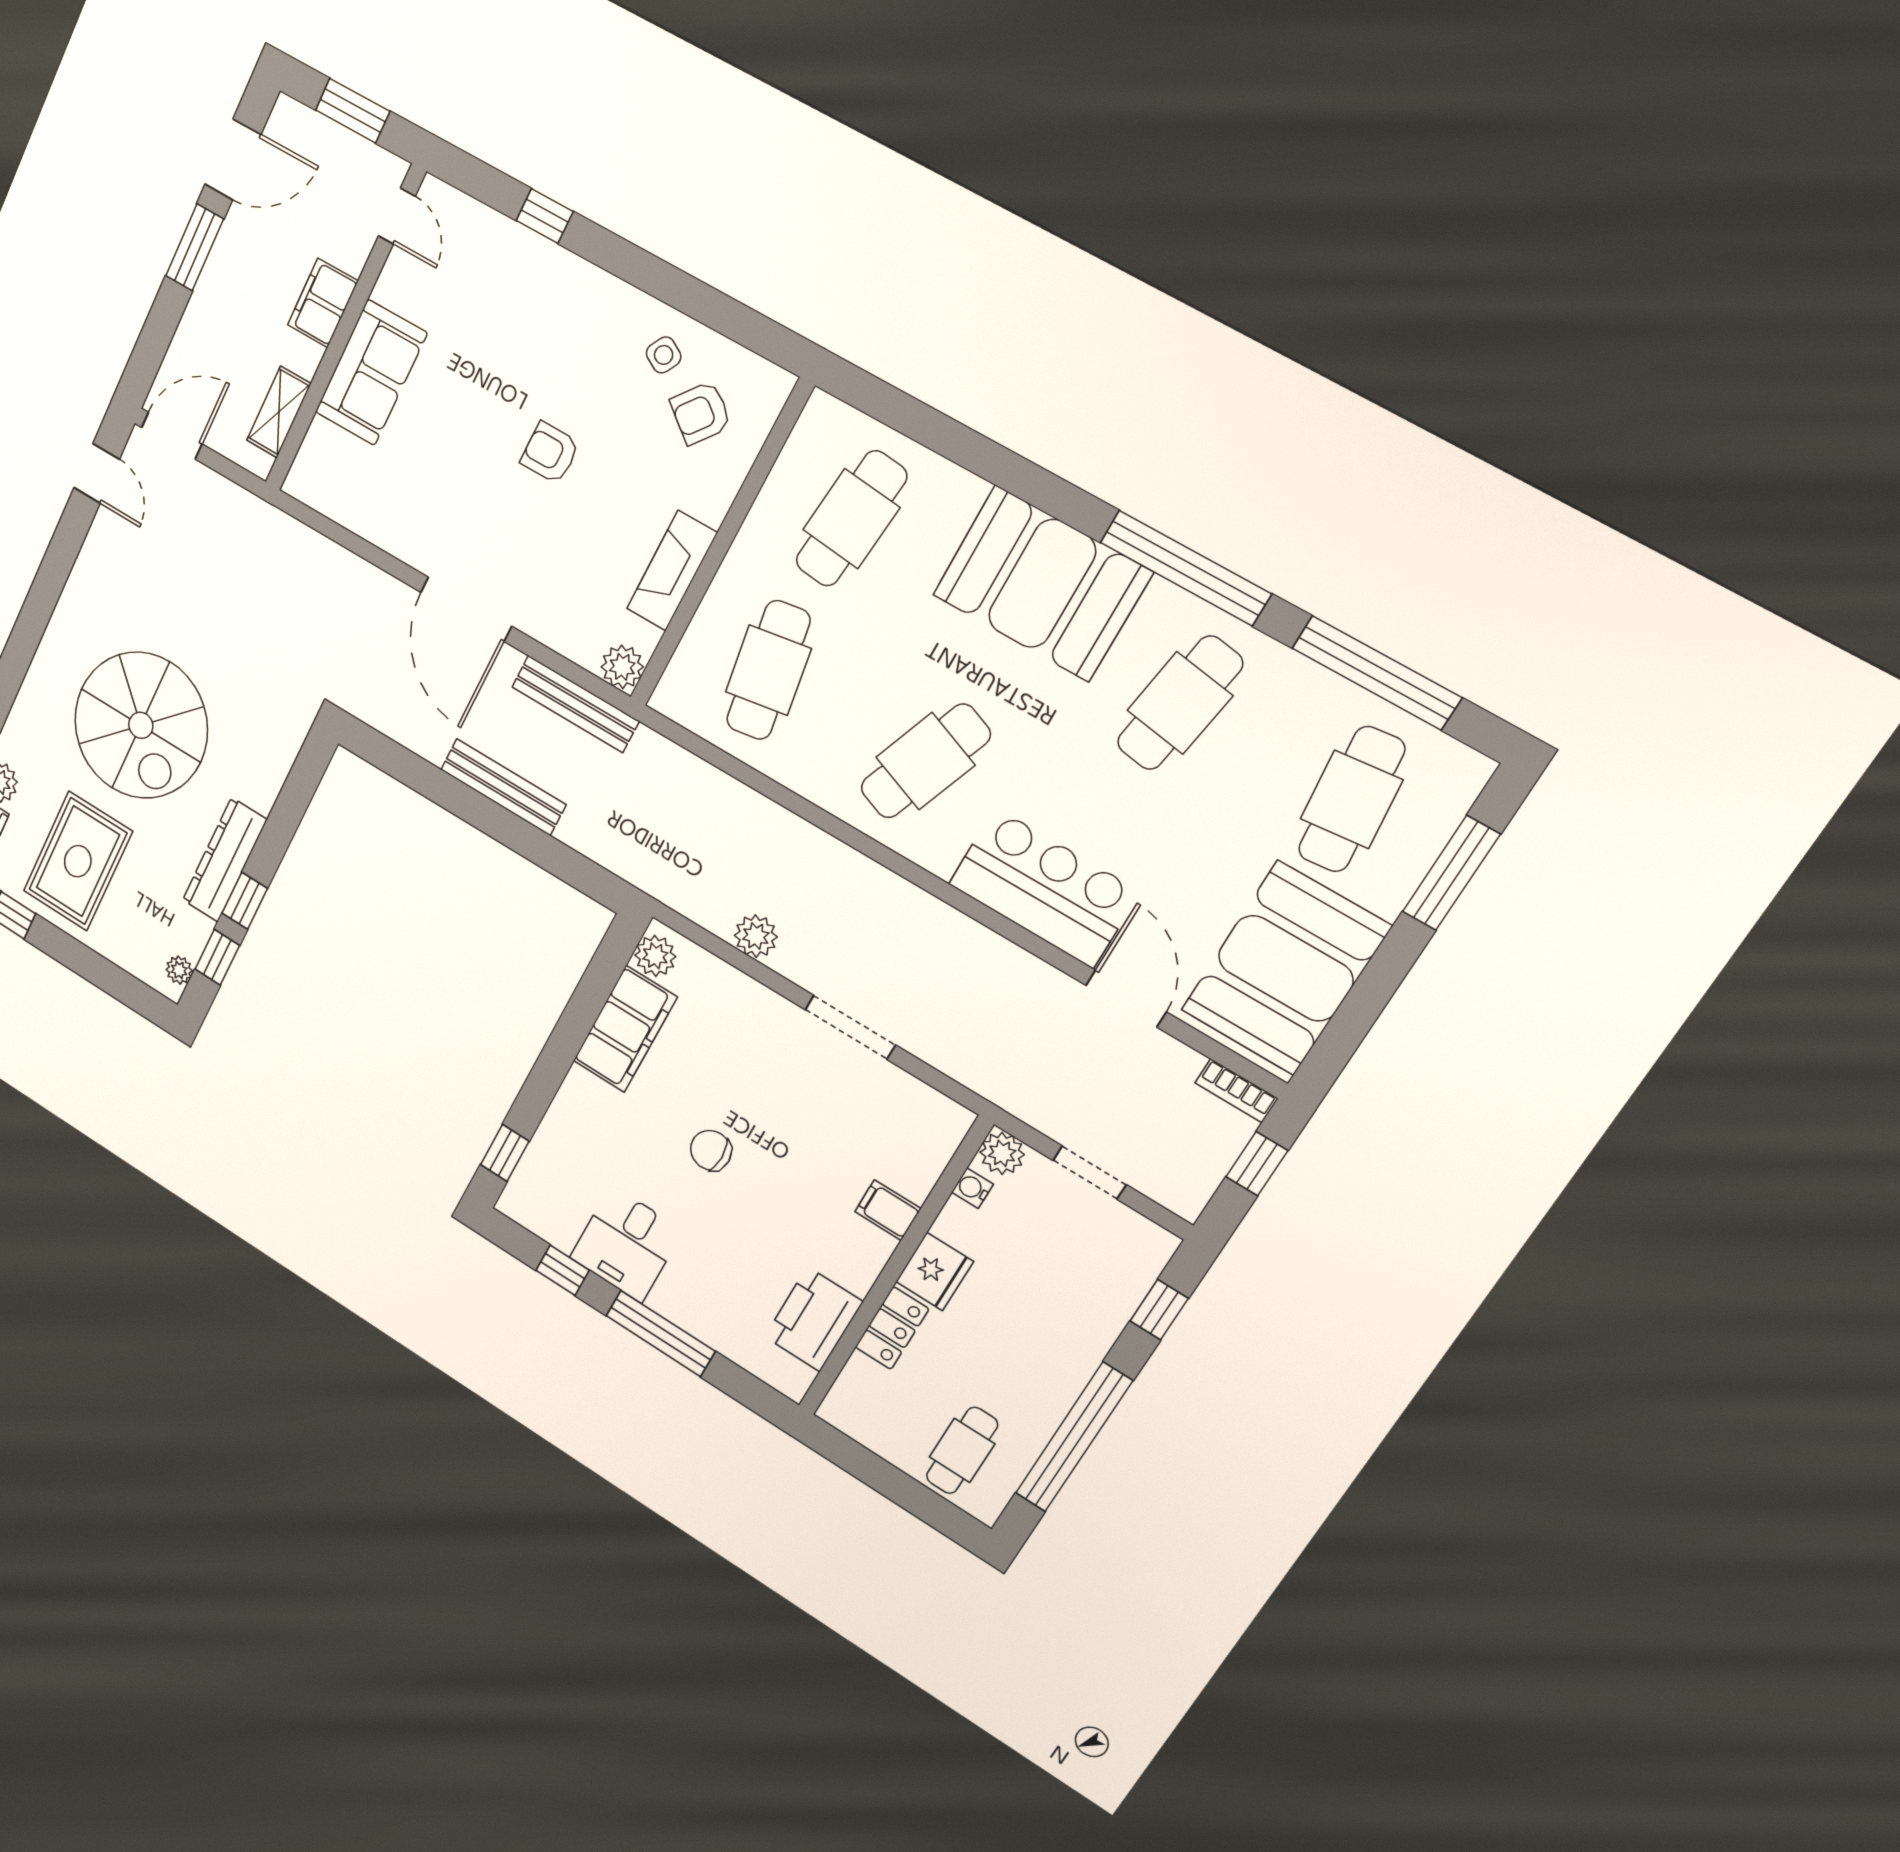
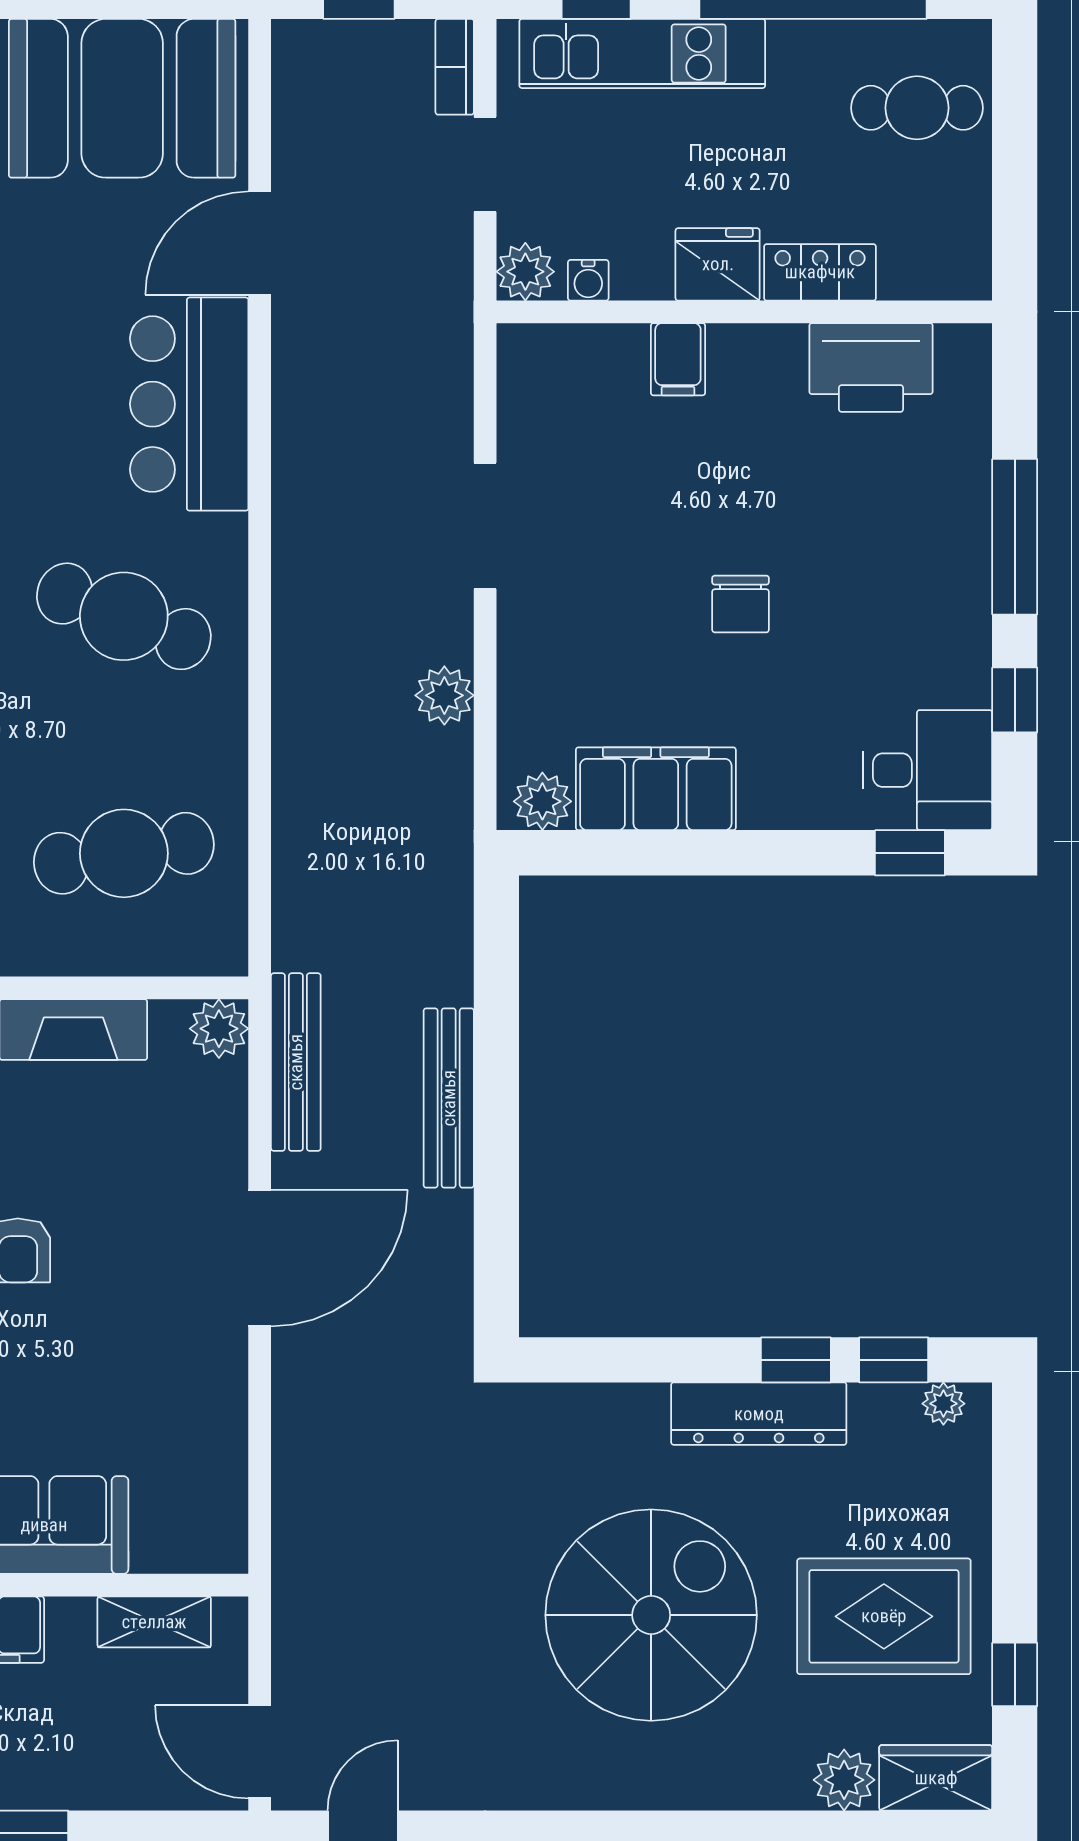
bookcase: (1236, 1091) -> (455, 67), moved, turned 180
desk: (626, 1244) -> (927, 770), moved
kitchen unit: (1102, 1313) -> (642, 53), added

